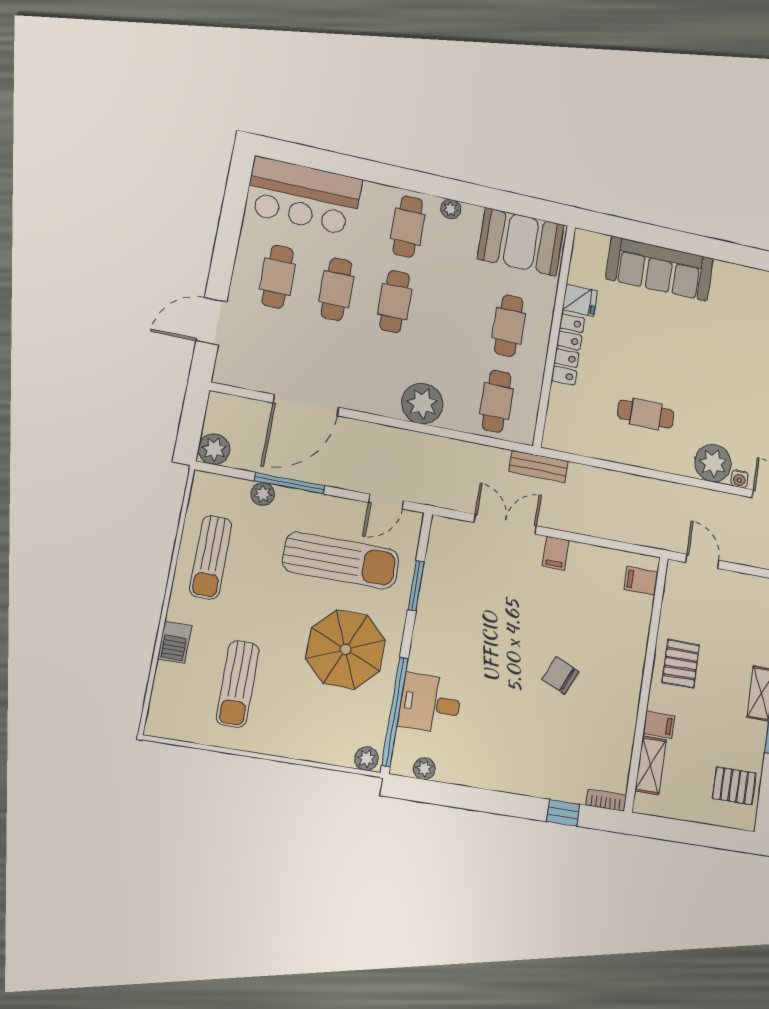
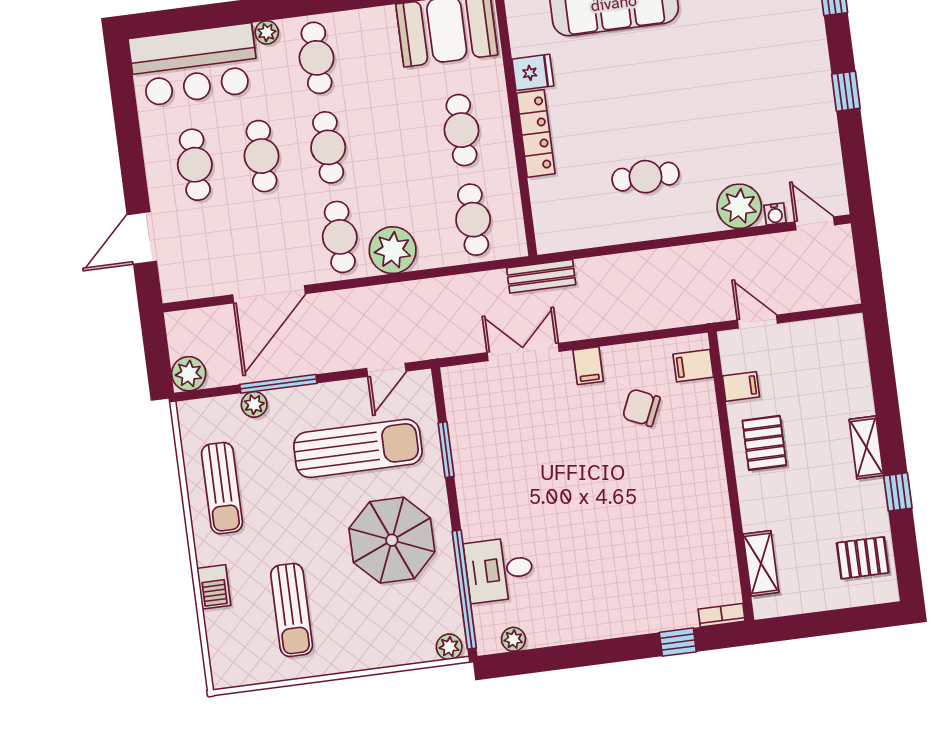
plant: (451, 209) -> (267, 32), moved
cafe table: (381, 378) -> (340, 237), added
chair: (561, 676) -> (641, 408), moved
filing cabinet: (659, 725) -> (741, 386), moved

